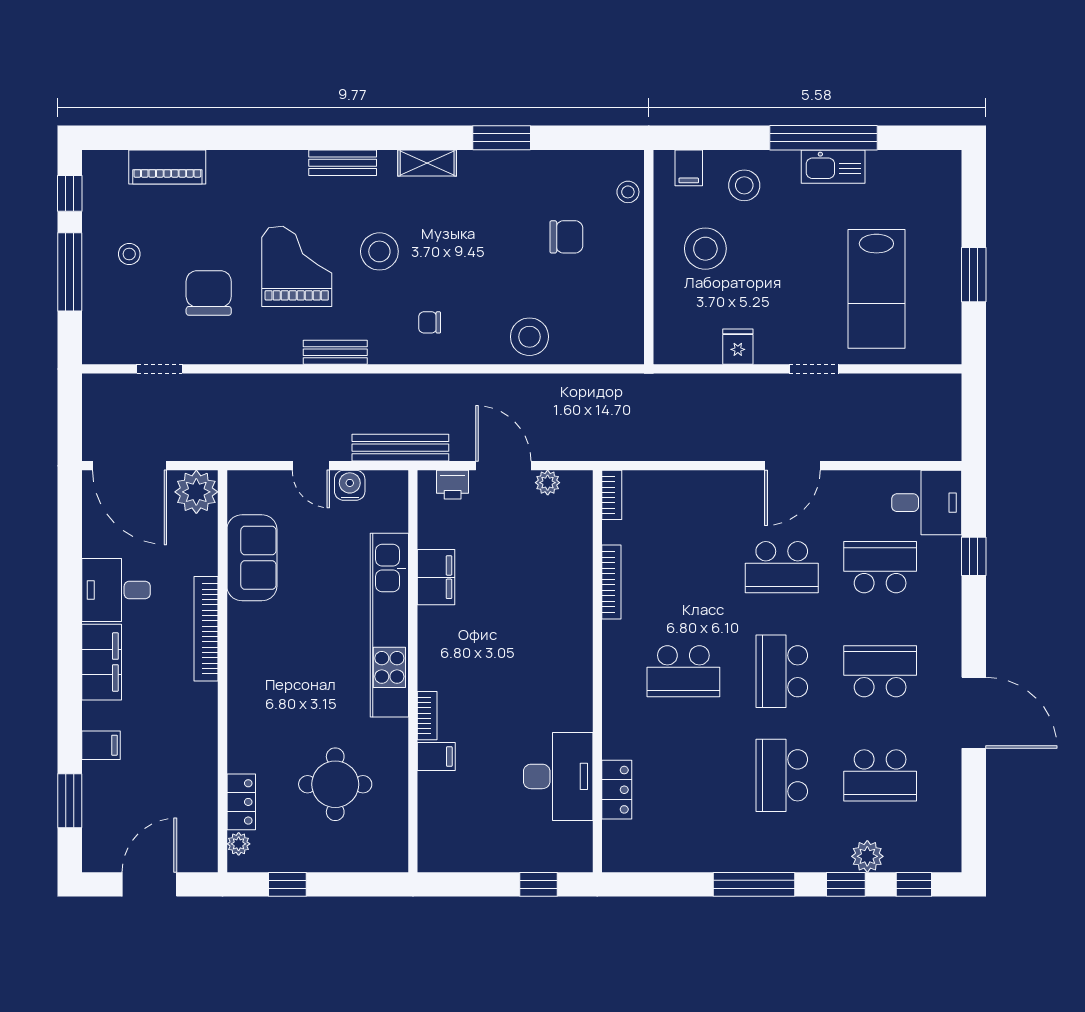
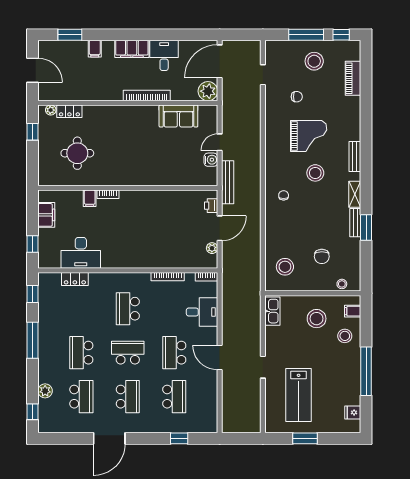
kitchen sink: (833, 167) -> (272, 311), moved, turned 180
stool: (129, 254) -> (314, 61), width x1.89, depth x1.89
lab bench: (876, 289) -> (299, 395), turned -90
chair: (209, 293) -> (297, 97), width x0.54, depth x0.54
stool: (529, 337) -> (285, 267), moved
fridge: (738, 347) -> (353, 412), moved, turned 180
bench: (335, 352) -> (355, 223), moved
desk: (927, 503) -> (202, 312), moved, turned -90
filing cabinet: (436, 577) -> (46, 215), moved, turned -90
kitchen unit: (389, 625) -> (148, 177), removed
school desk: (782, 775) -> (81, 353), turned -90
school desk: (880, 775) -> (81, 397), turned 180
window: (846, 884) -> (33, 294), moved

